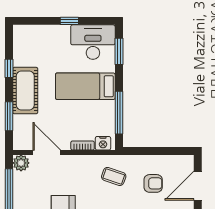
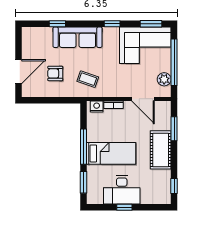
desk: (93, 42) -> (122, 190), moved
window: (9, 68) -> (174, 186), moved
window: (119, 113) -> (84, 147), moved
plant: (21, 163) -> (164, 79), moved

